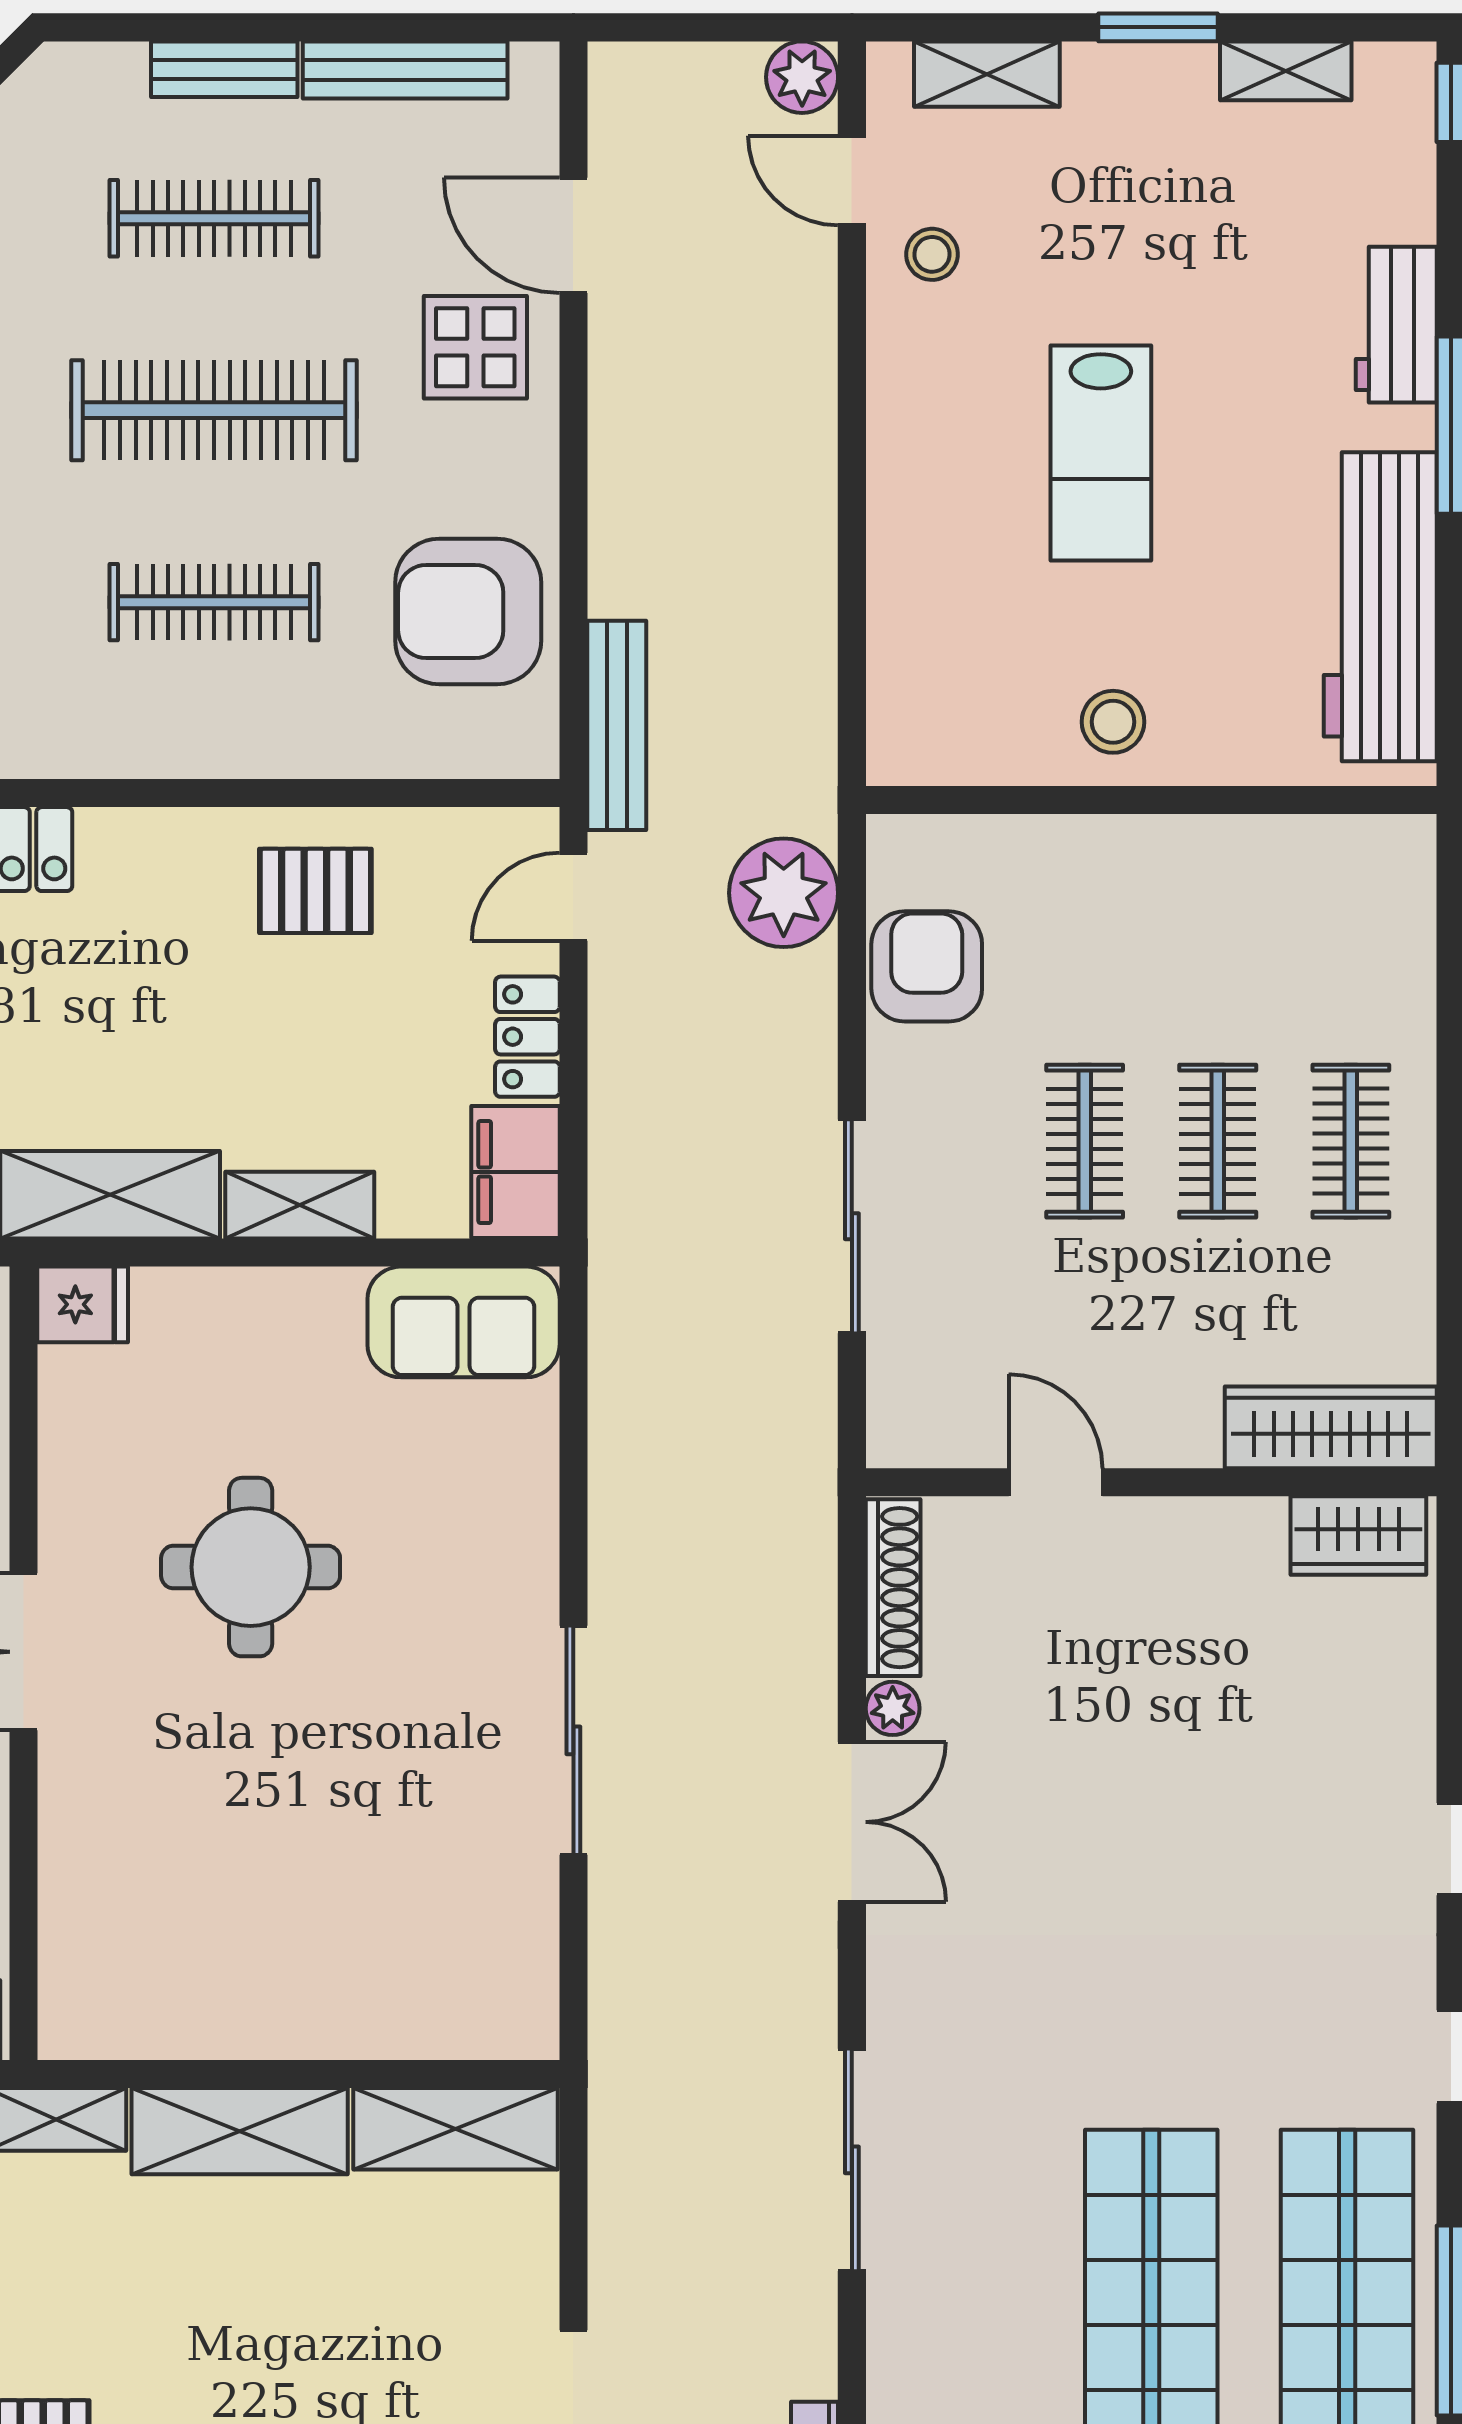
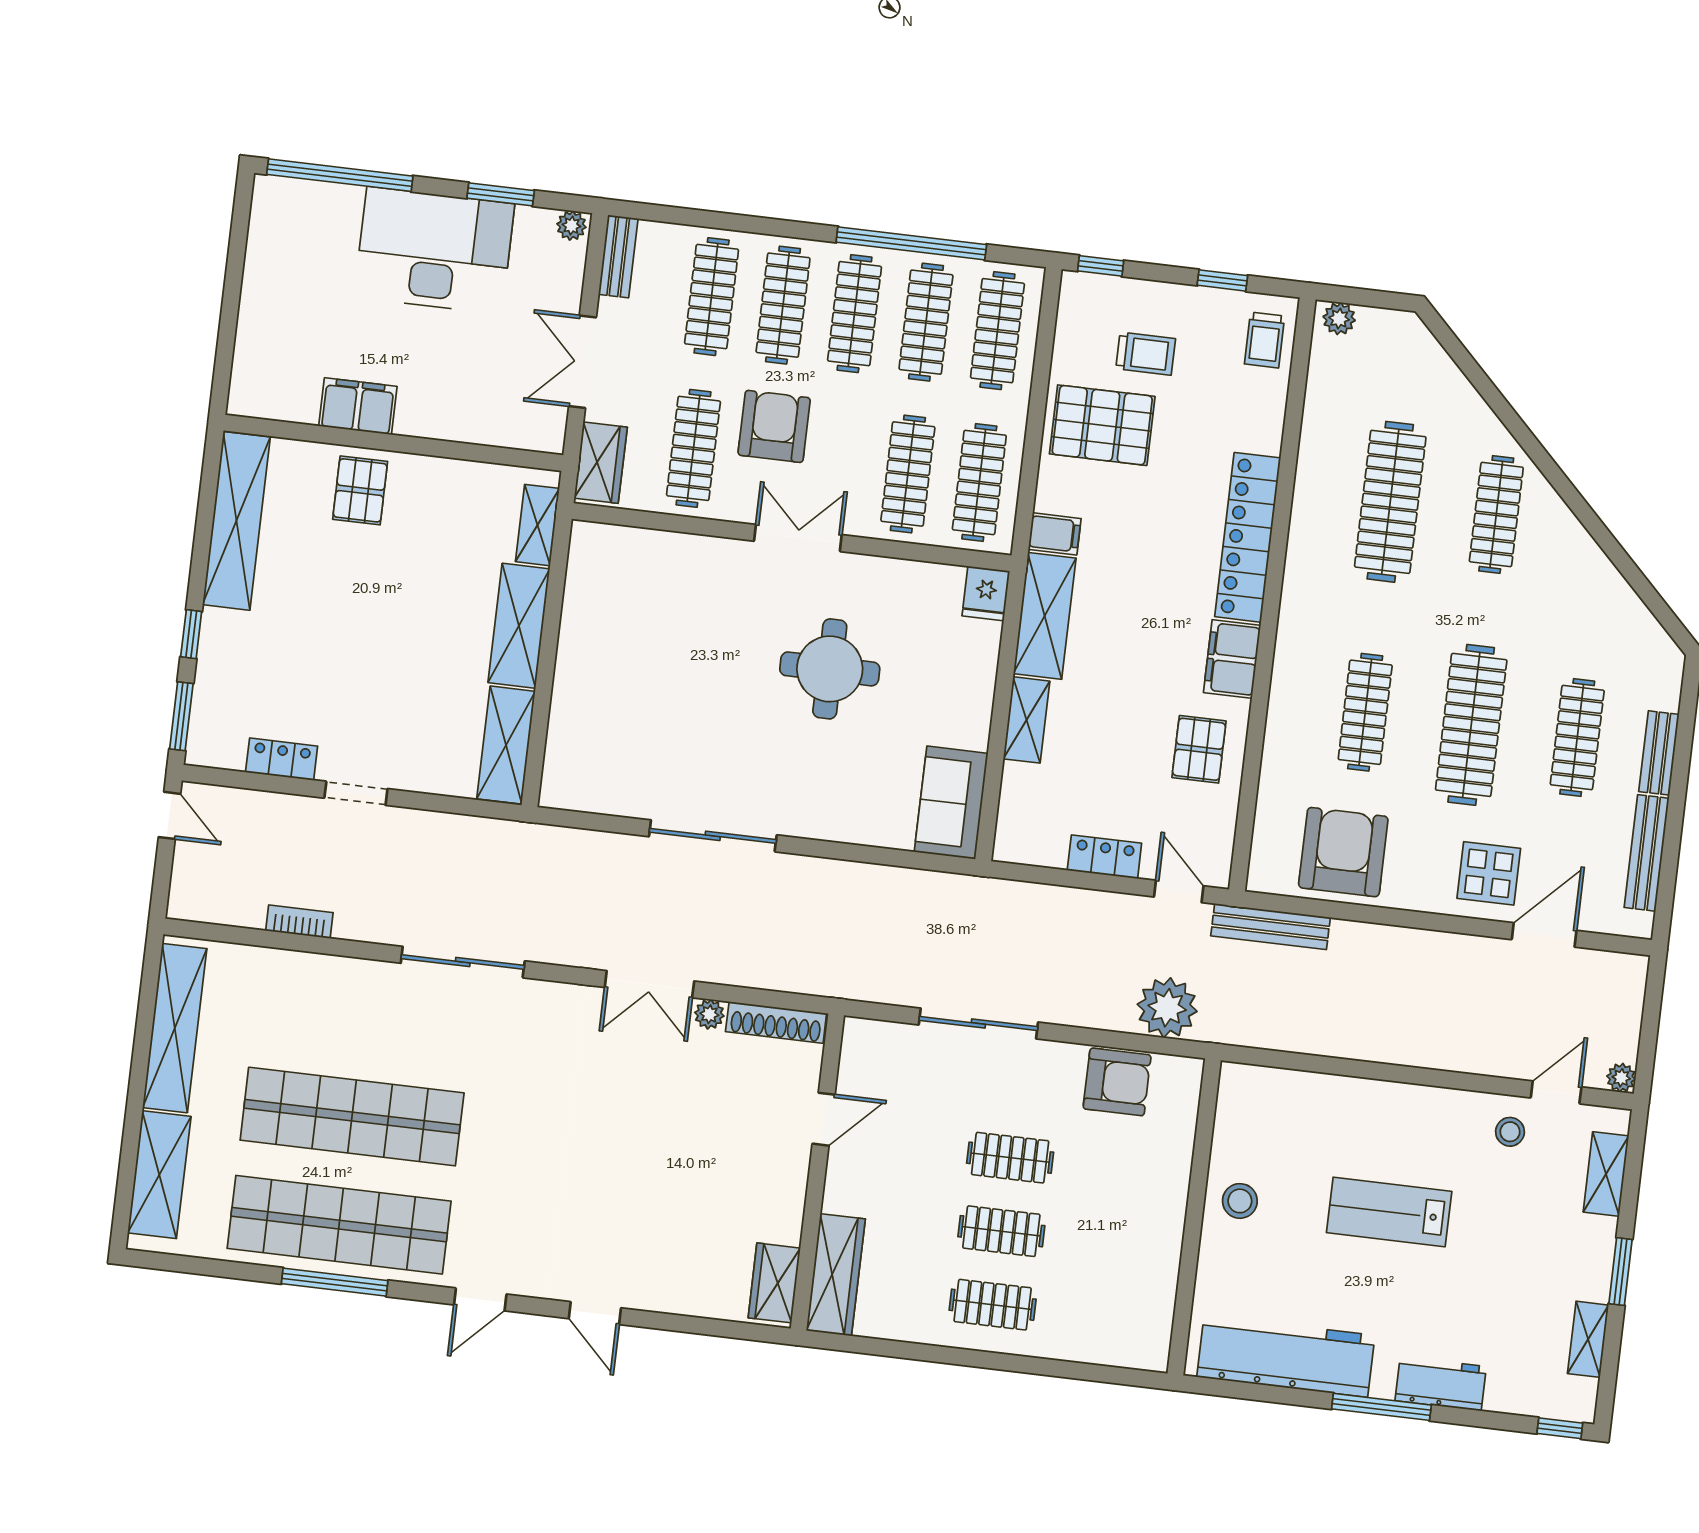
plant: (802, 77) -> (1621, 1078), width x0.73, depth x0.73
filing cabinet: (515, 1172) -> (1232, 659), moved, turned -90

